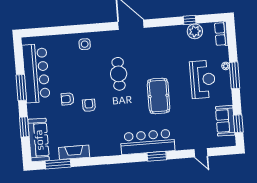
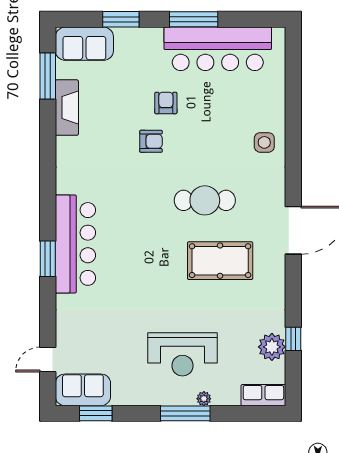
pool table: (159, 96) -> (220, 261), moved
sofa: (225, 121) -> (83, 390), moved
sofa: (39, 140) -> (84, 44), width x0.73
door: (201, 153) -> (48, 359), moved

